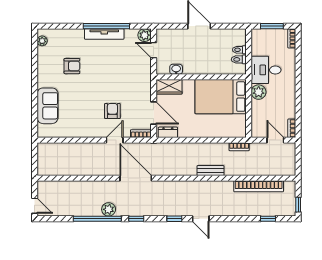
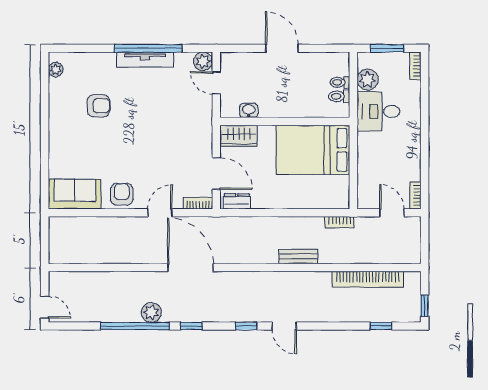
plant: (259, 92) -> (368, 80), moved
sofa: (48, 106) -> (75, 194), moved, turned -90
armchair: (112, 111) -> (122, 194), moved

